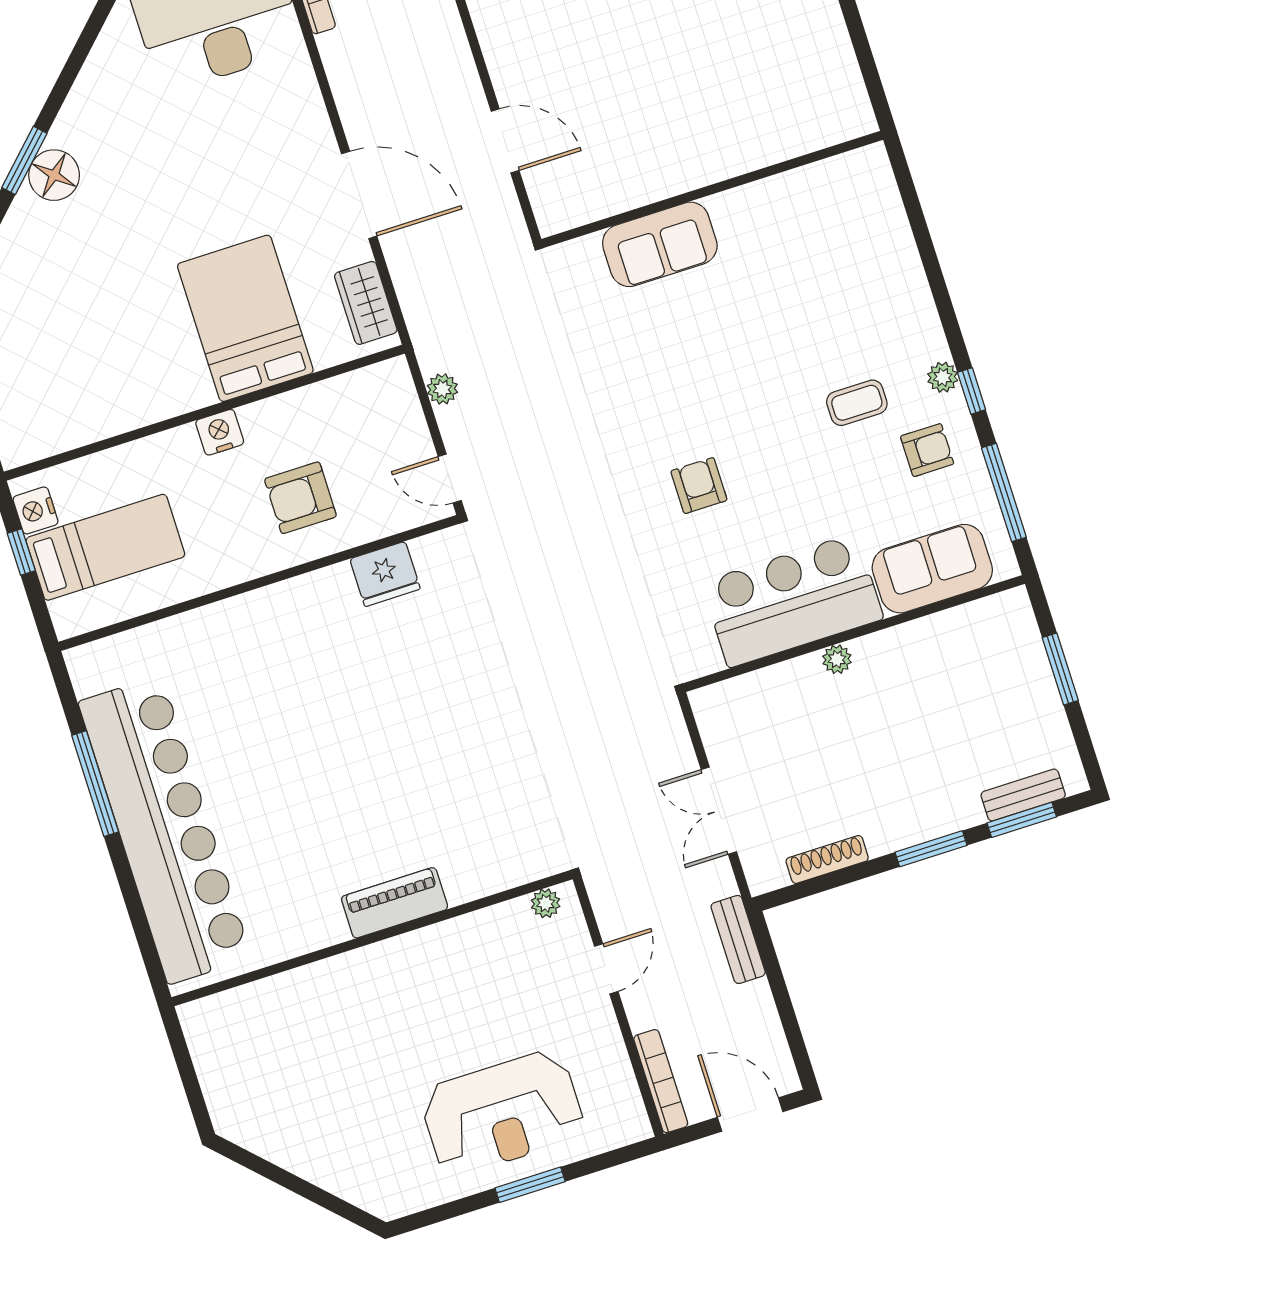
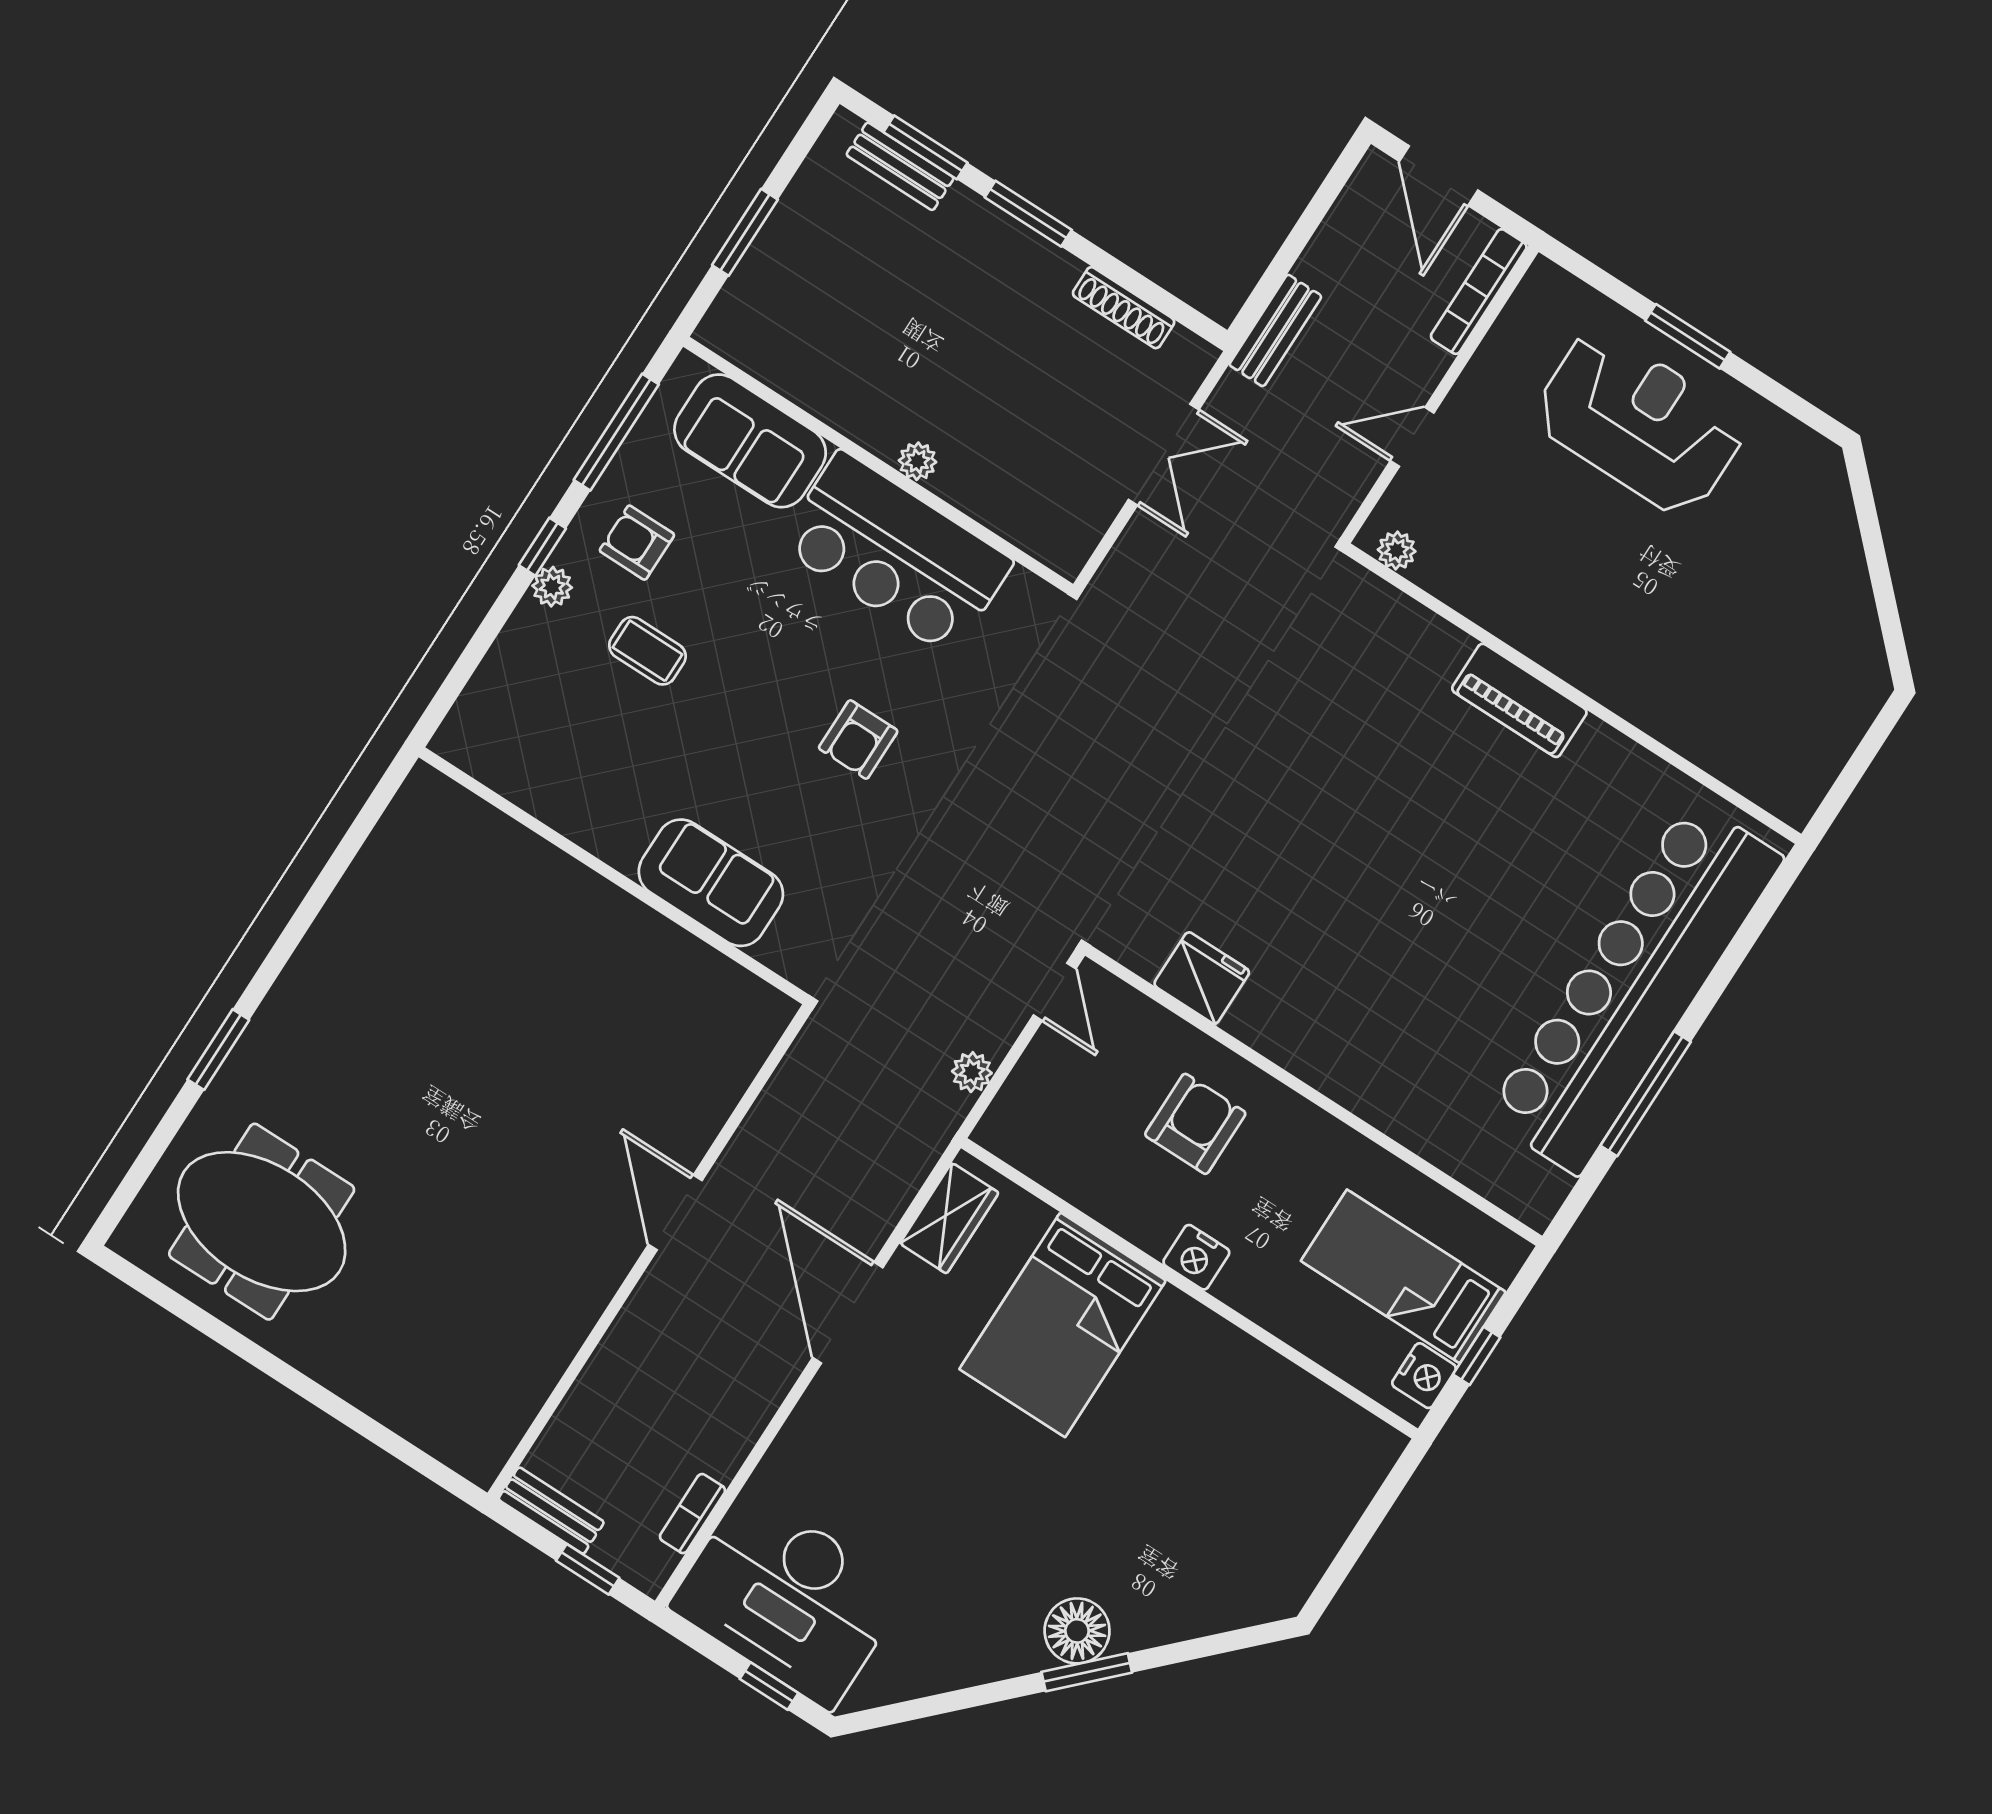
wall: (712, 189) -> (614, 876), moved
sofa: (660, 244) -> (711, 883), moved
armchair: (300, 498) -> (1195, 1124), turned -90

